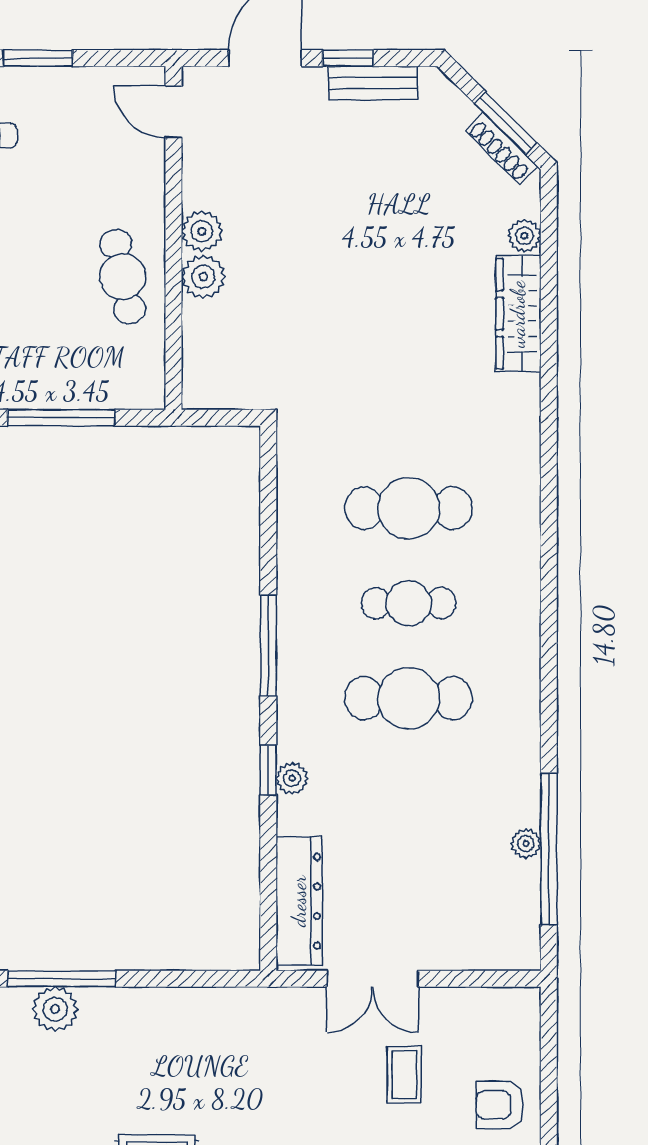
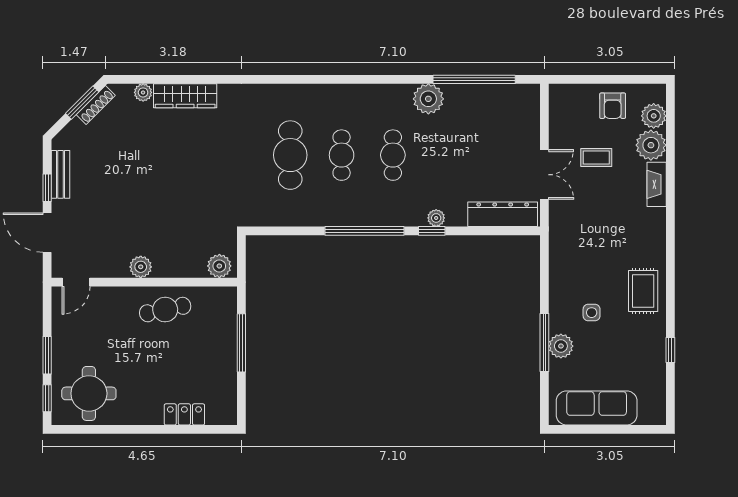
plant: (203, 277) -> (219, 266), moved
window: (268, 646) -> (364, 231), width x1.46
cafe table: (409, 698) -> (393, 155), width x0.73, depth x0.74
plant: (526, 844) -> (428, 99), moved, width x1.87, depth x1.87
side table: (117, 1066) -> (592, 313), added

